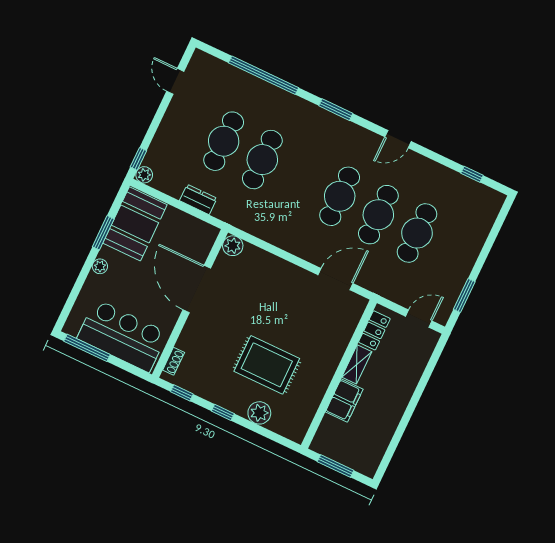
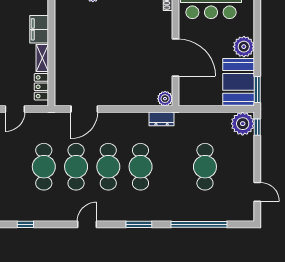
cafe table: (262, 160) -> (141, 167), moved
plant: (144, 175) -> (243, 124), width x1.88, depth x1.88
dresser: (198, 199) -> (162, 119), moved
window: (103, 233) -> (257, 89), moved
plant: (100, 266) -> (244, 47), width x1.88, depth x1.88
rug: (267, 365) -> (103, 29), removed

